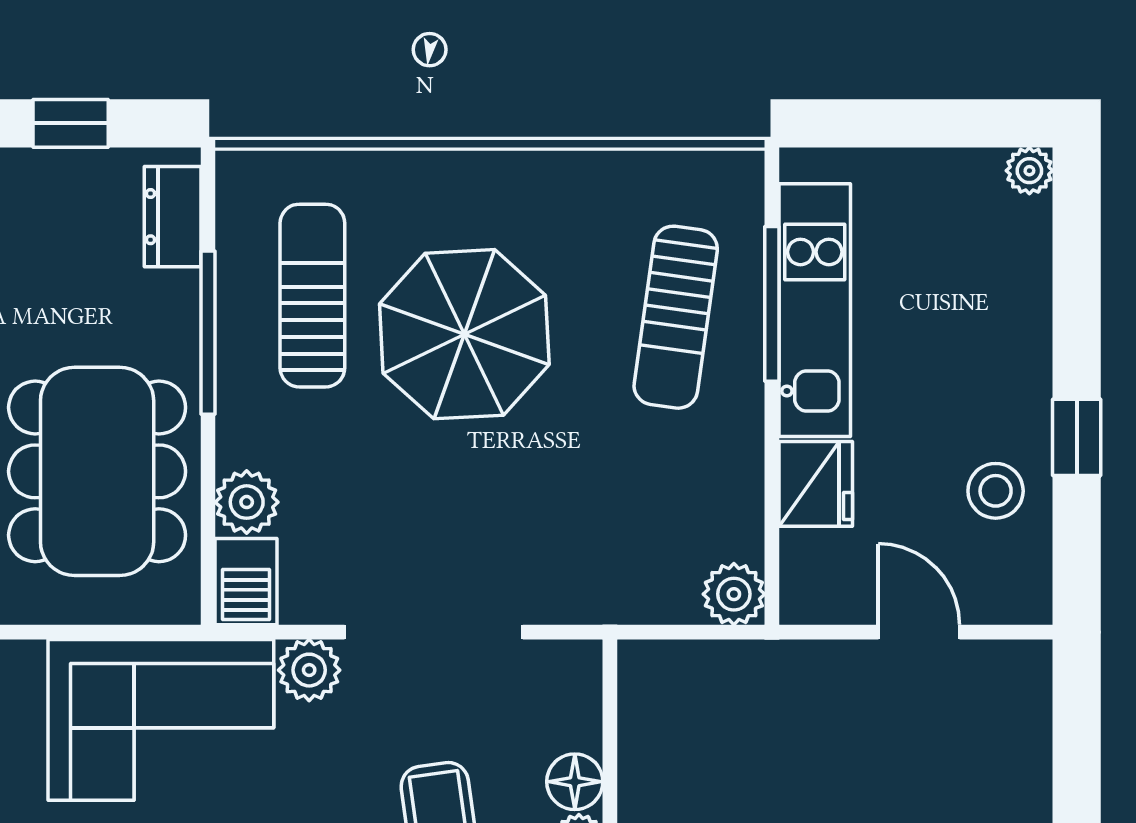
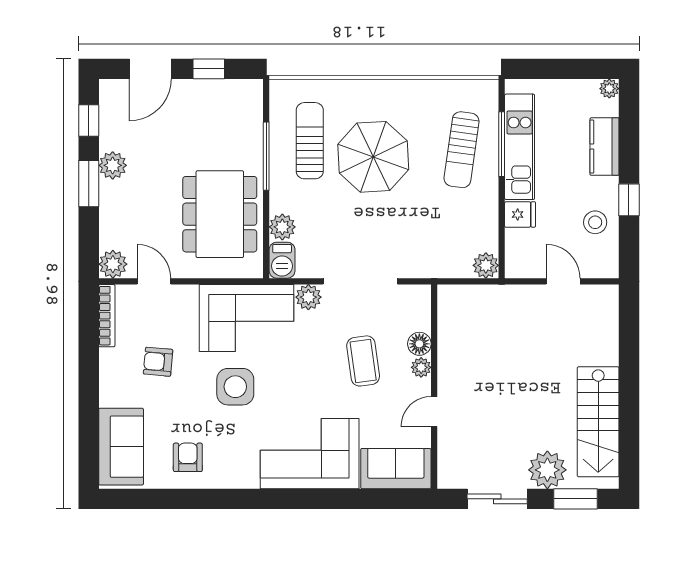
dresser: (173, 217) -> (251, 108), removed
kitchen counter: (1018, 309) -> (605, 147), added
fridge: (816, 484) -> (520, 214), width x0.72

